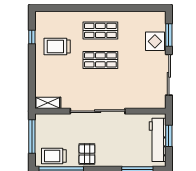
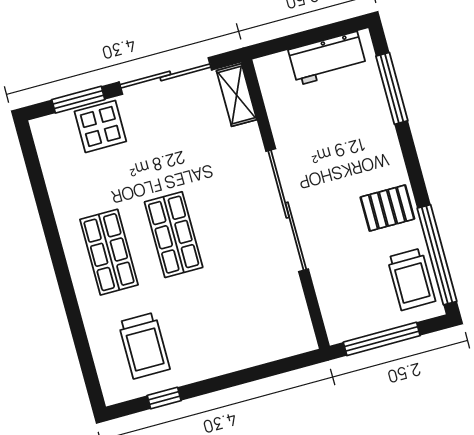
trolley: (57, 46) -> (144, 346), moved
shelving: (48, 103) -> (237, 95), moved
window: (169, 136) -> (299, 40), removed
workbench: (158, 140) -> (327, 58), width x0.73

